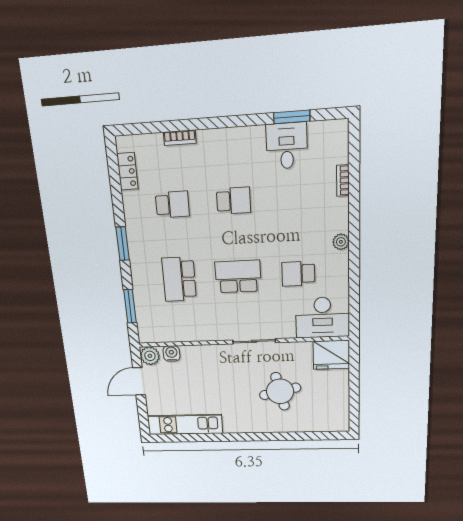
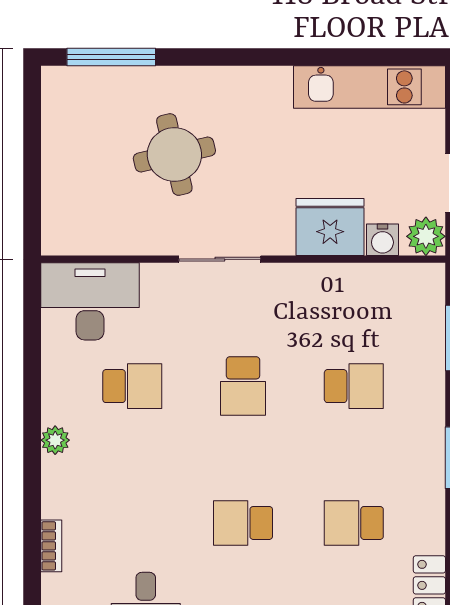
school desk: (238, 276) -> (243, 386), width x0.54
school desk: (179, 279) -> (354, 386), width x0.54
fridge: (331, 355) -> (330, 227), moved
window: (314, 436) -> (111, 57), added

